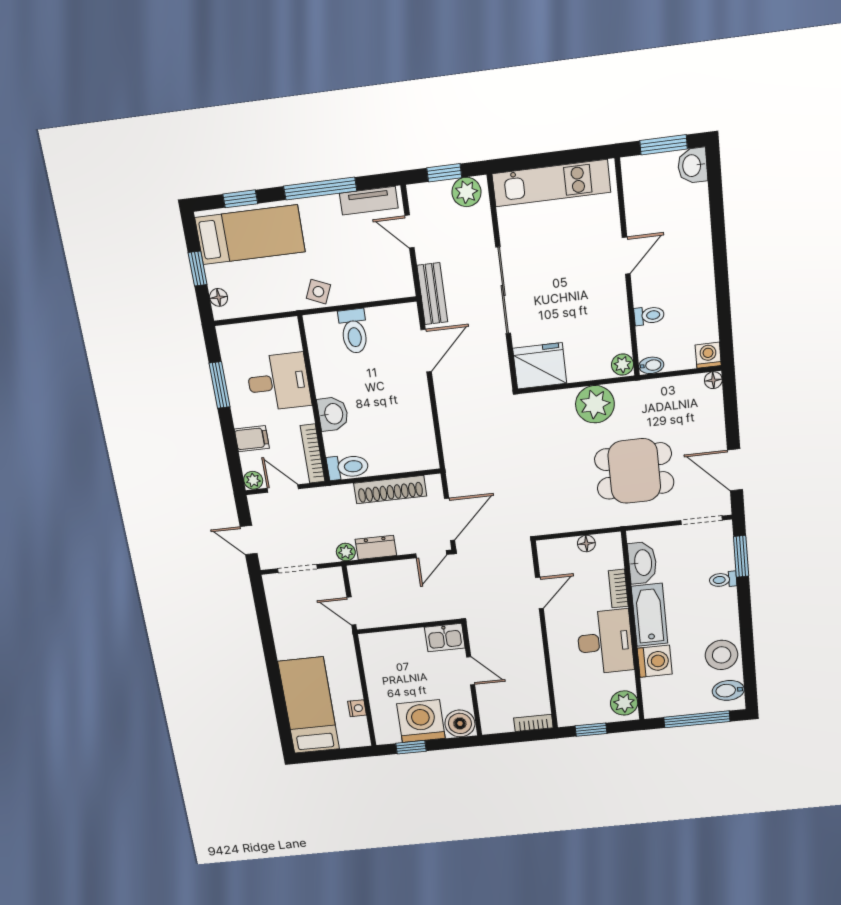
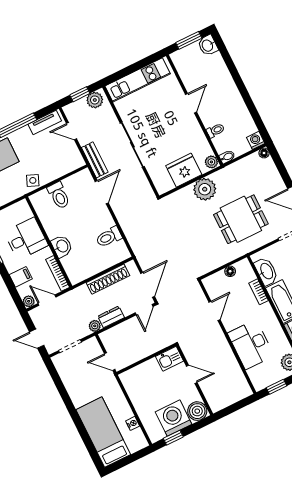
fridge: (540, 366) -> (184, 170), moved
toilet: (348, 467) -> (109, 237), moved, turned 180
desk: (605, 642) -> (251, 344), moved, turned 180
bookcase: (533, 723) -> (241, 395), removed

